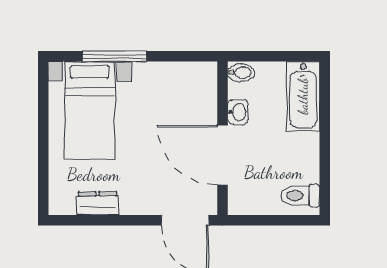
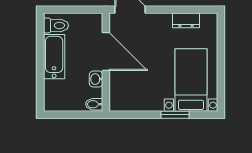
window: (115, 56) -> (175, 115), width x0.69
bathtub: (303, 96) -> (54, 57), moved

